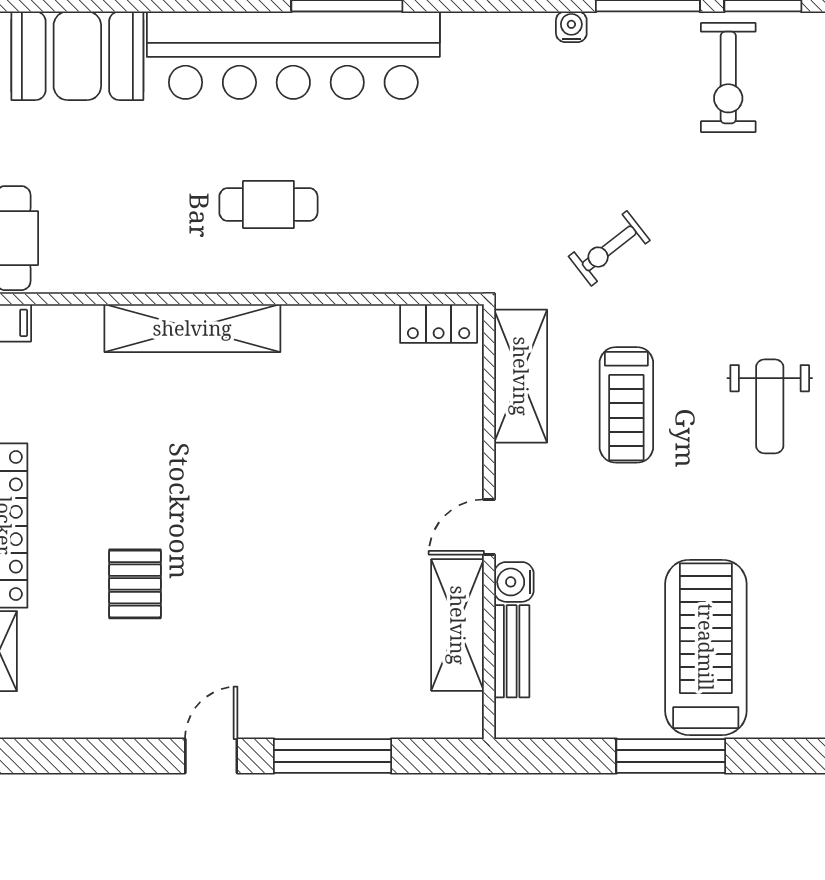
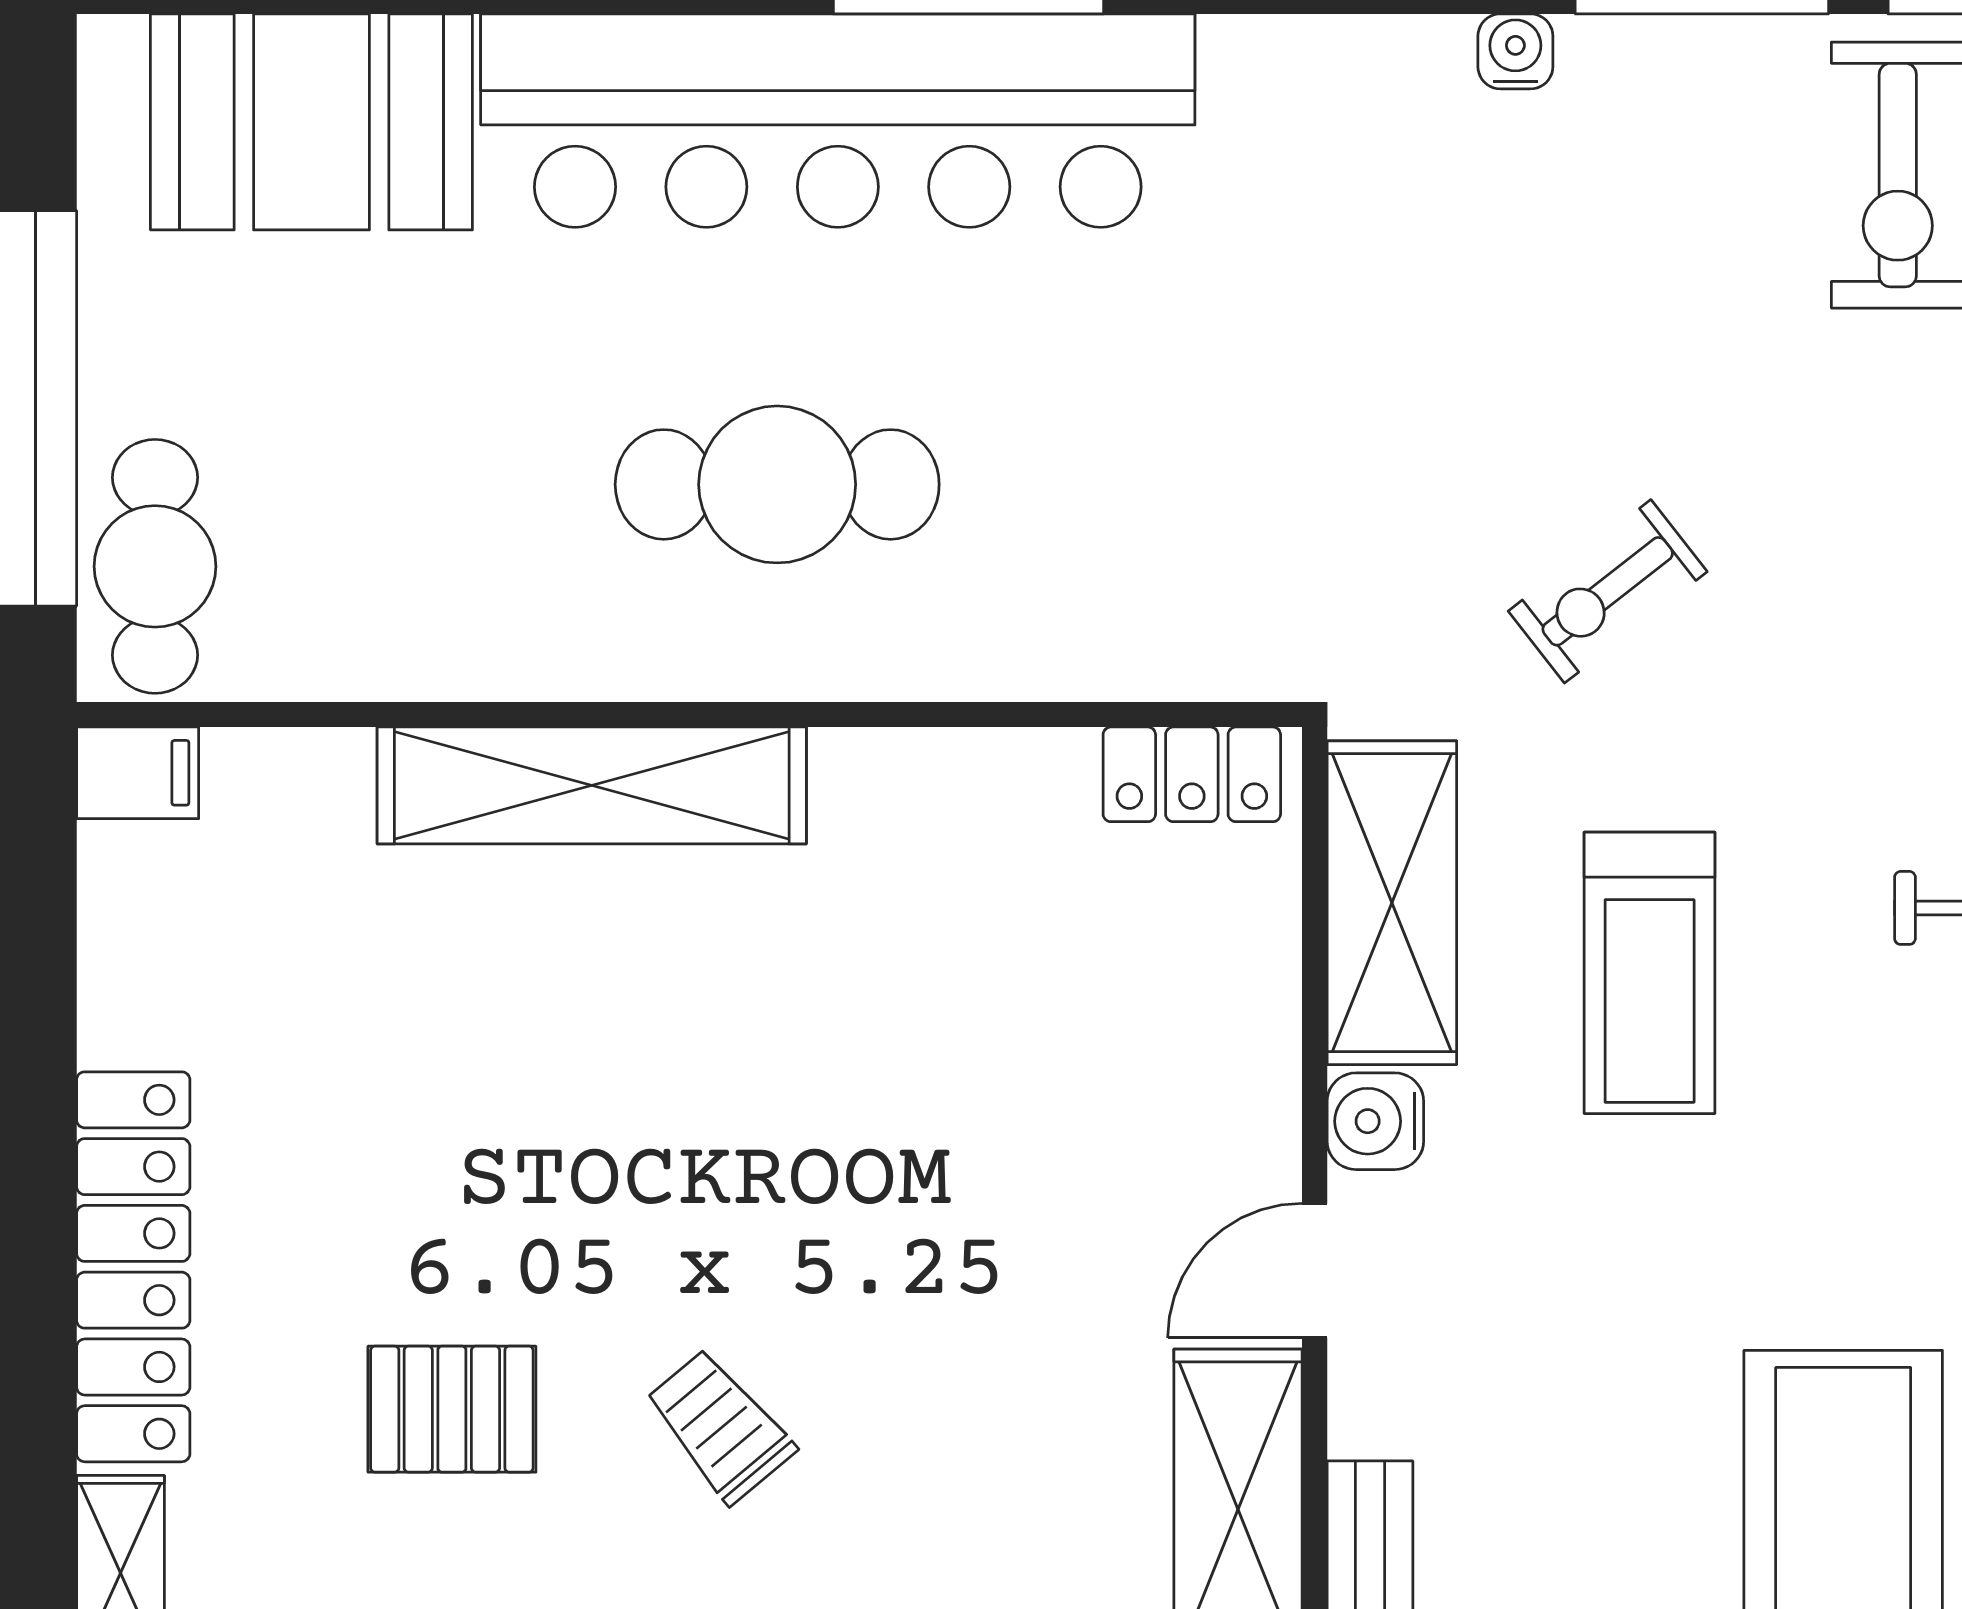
cafe table: (268, 205) -> (777, 484), width x1.37, depth x1.35
water cooler: (514, 582) -> (1375, 1121), moved
pallet: (135, 584) -> (452, 1409), turned 90
trolley: (245, 591) -> (720, 1426), added

